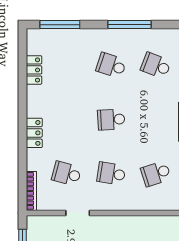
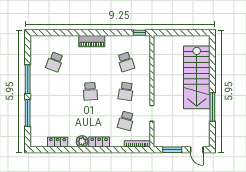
window: (60, 25) -> (28, 113), moved
school desk: (111, 65) -> (55, 91), removed
plant: (35, 107) -> (82, 141), added

